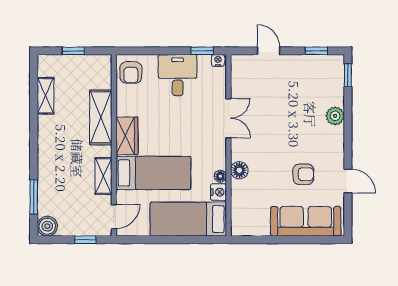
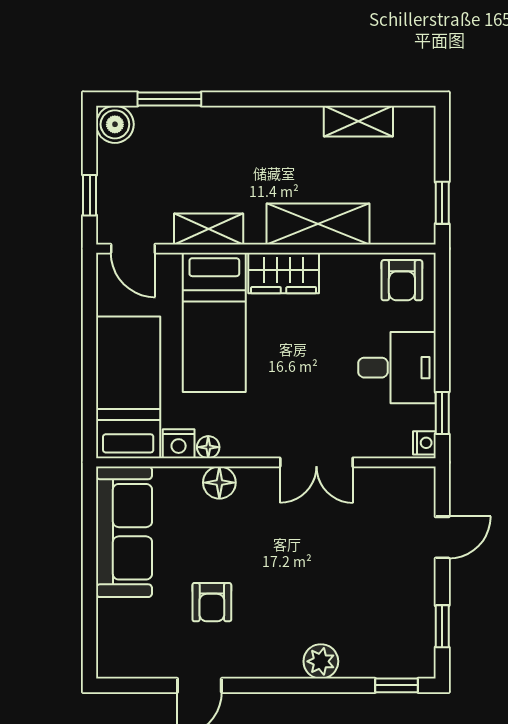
window: (73, 51) -> (442, 203), moved
armchair: (131, 72) -> (402, 280), turned -90
sofa: (306, 221) -> (124, 532), moved

